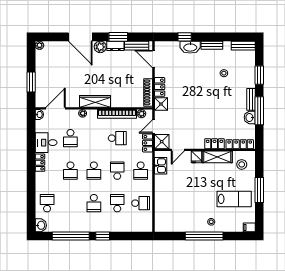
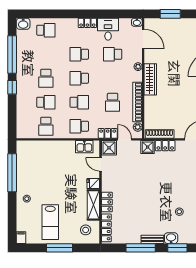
washbasin: (250, 117) -> (171, 238), moved
school desk: (94, 203) -> (46, 78), turned -90
window: (204, 236) -> (12, 173), moved

